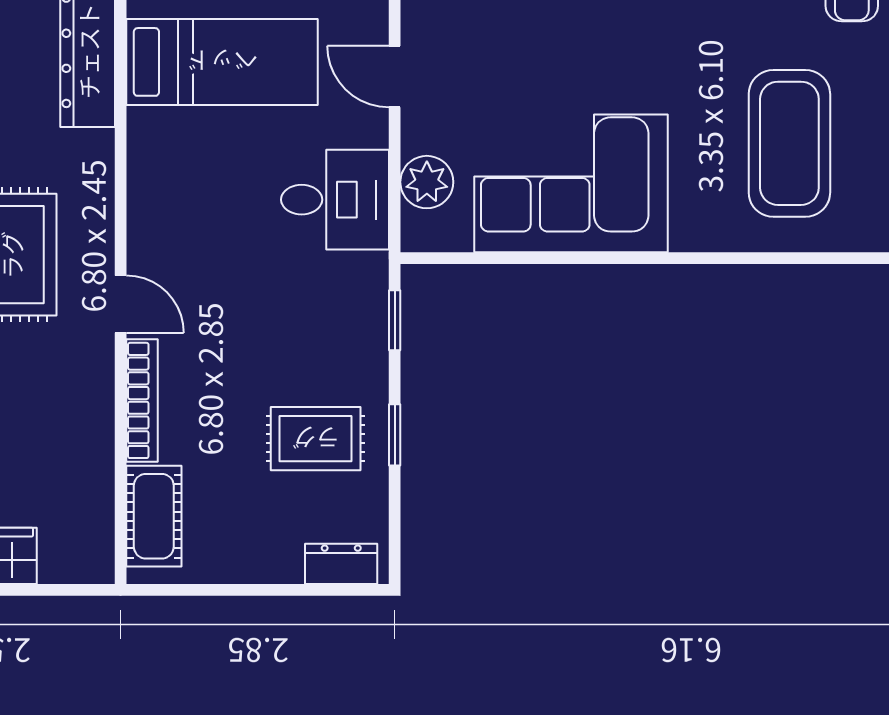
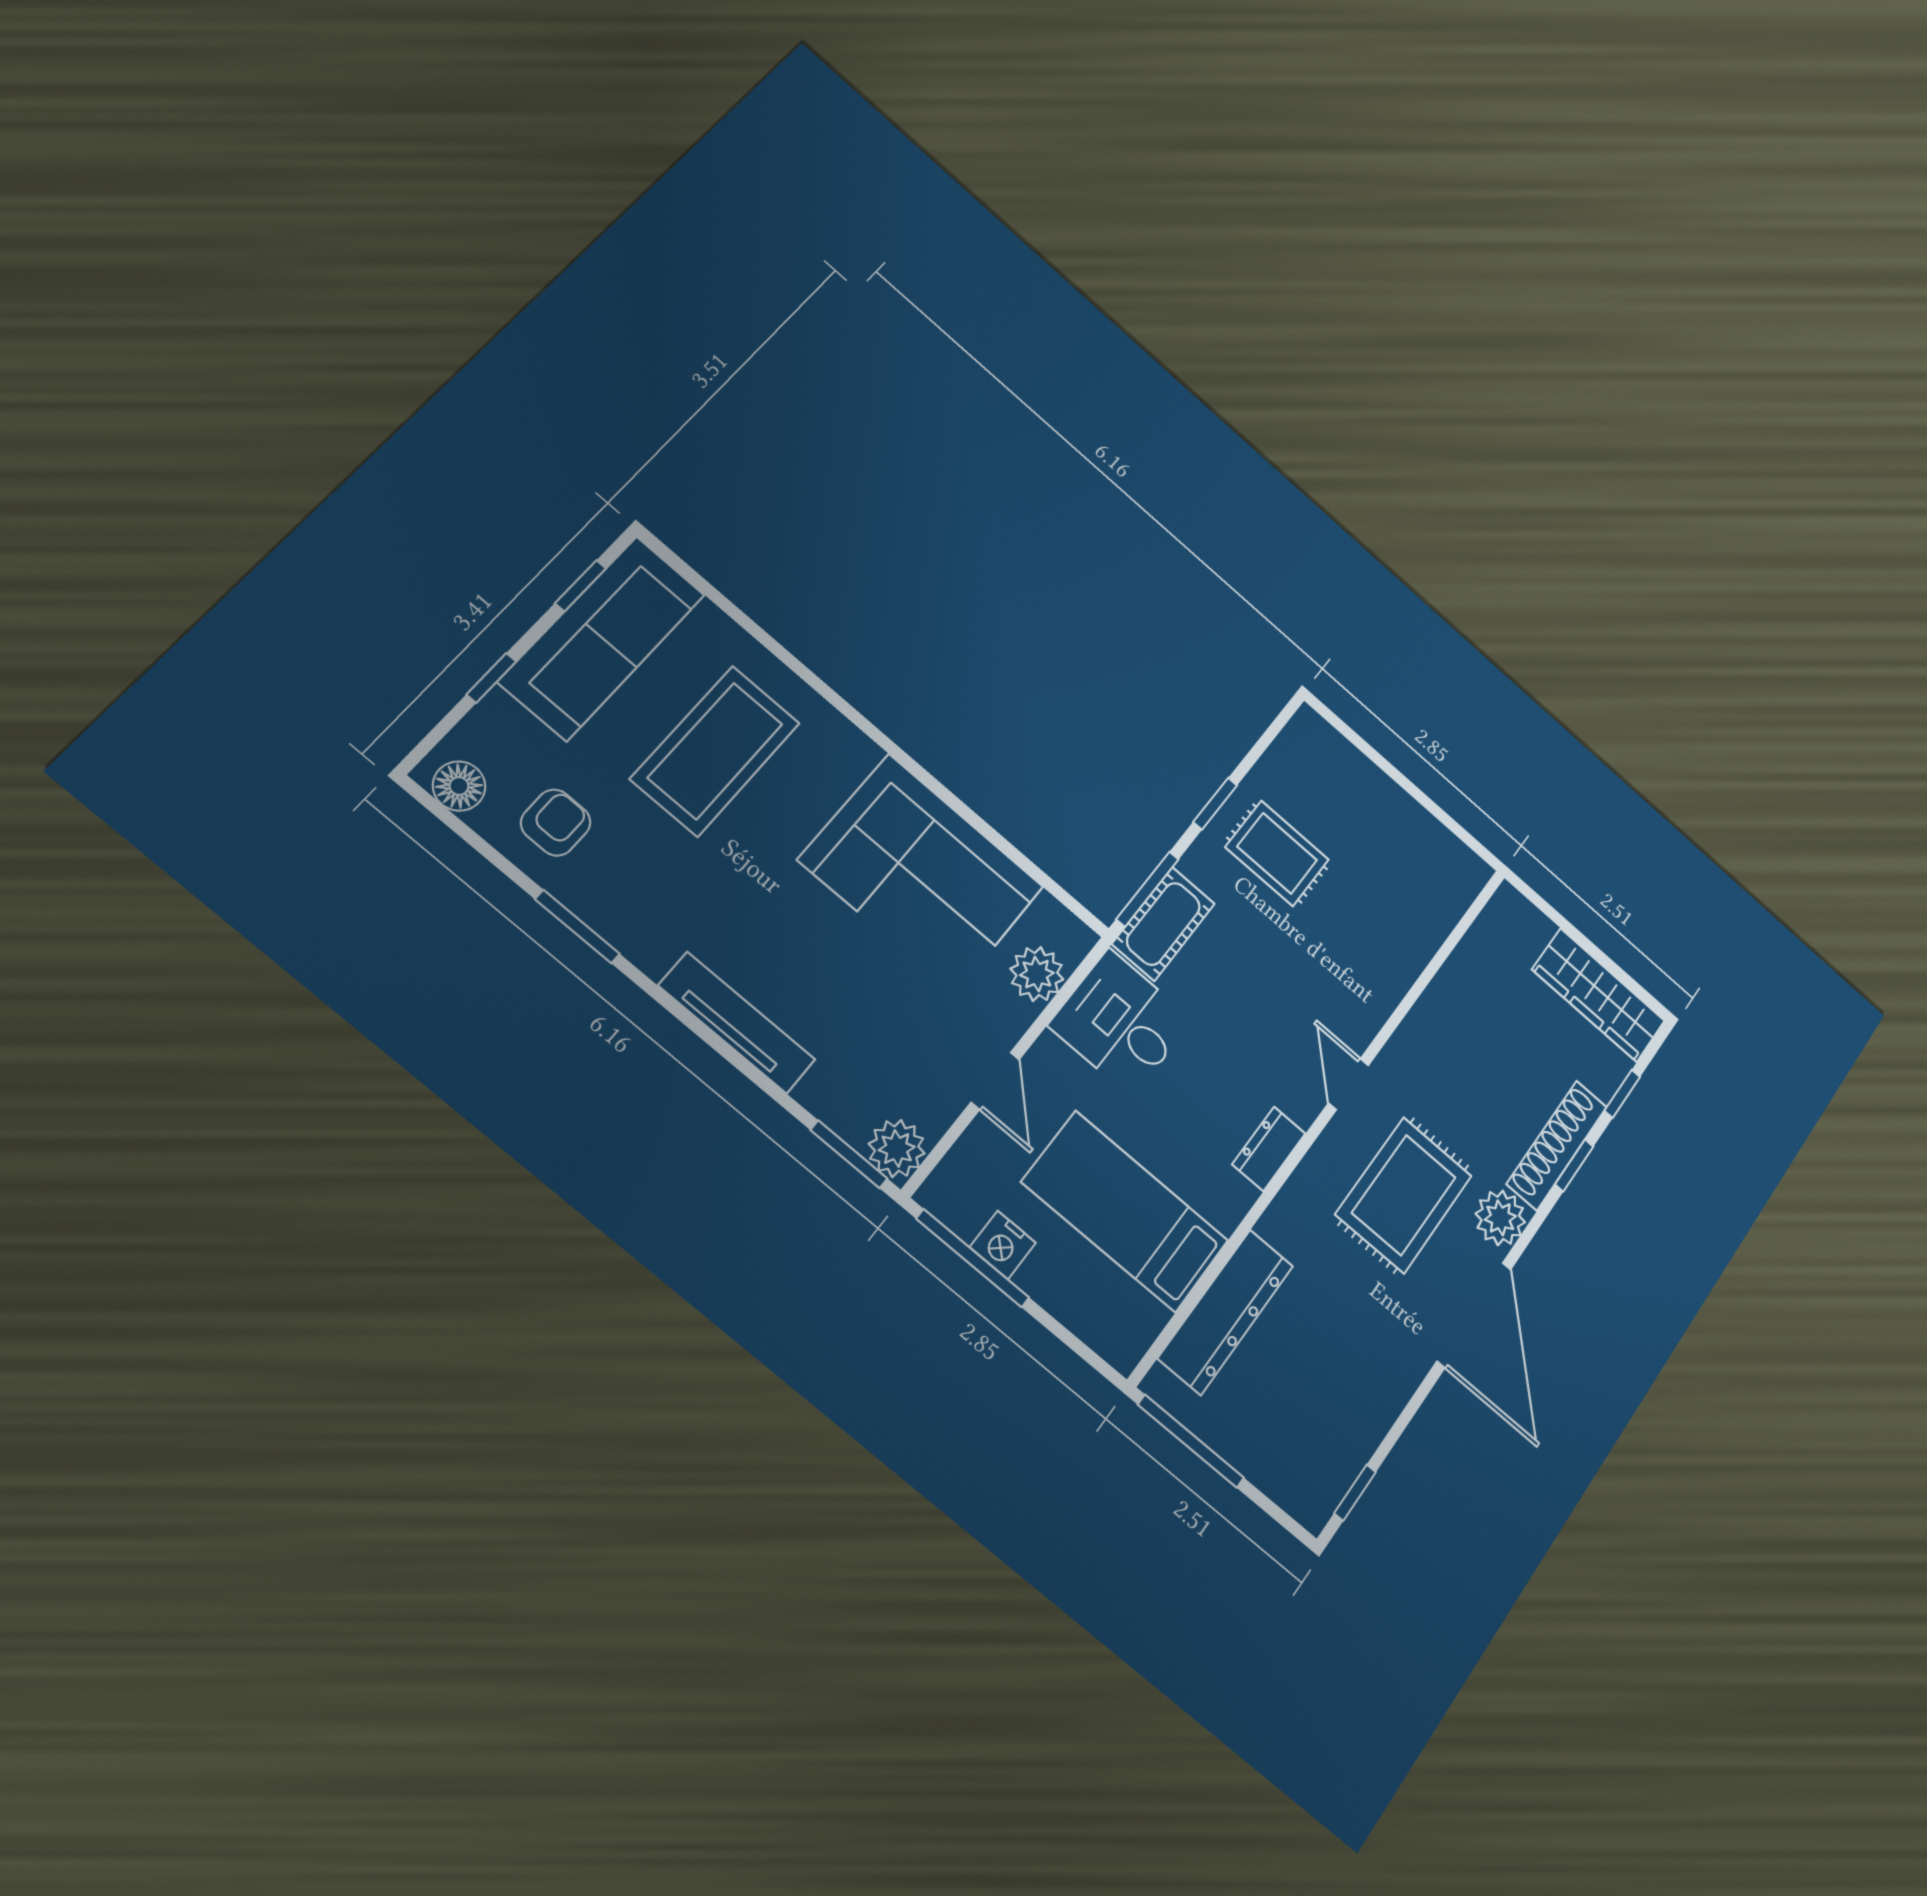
window: (395, 320) -> (1147, 889), width x1.50
bookcase: (142, 400) -> (1386, 996), removed
cot: (154, 516) -> (1163, 924), moved
dresser: (341, 564) -> (1269, 1149), moved, turned 90

